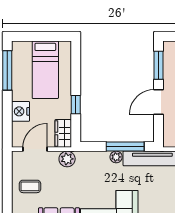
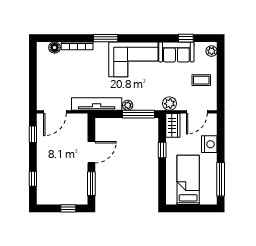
window: (125, 147) -> (139, 114), moved

